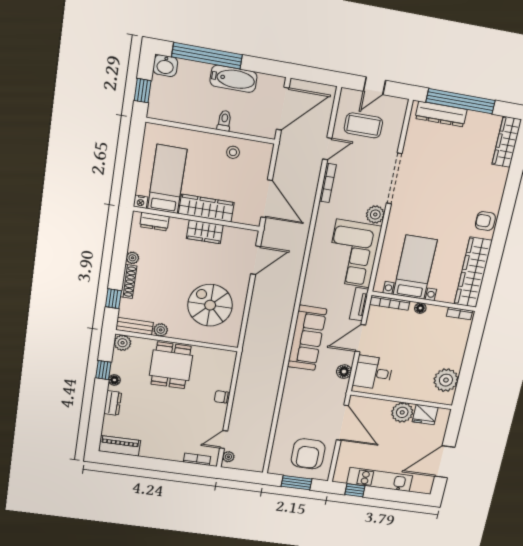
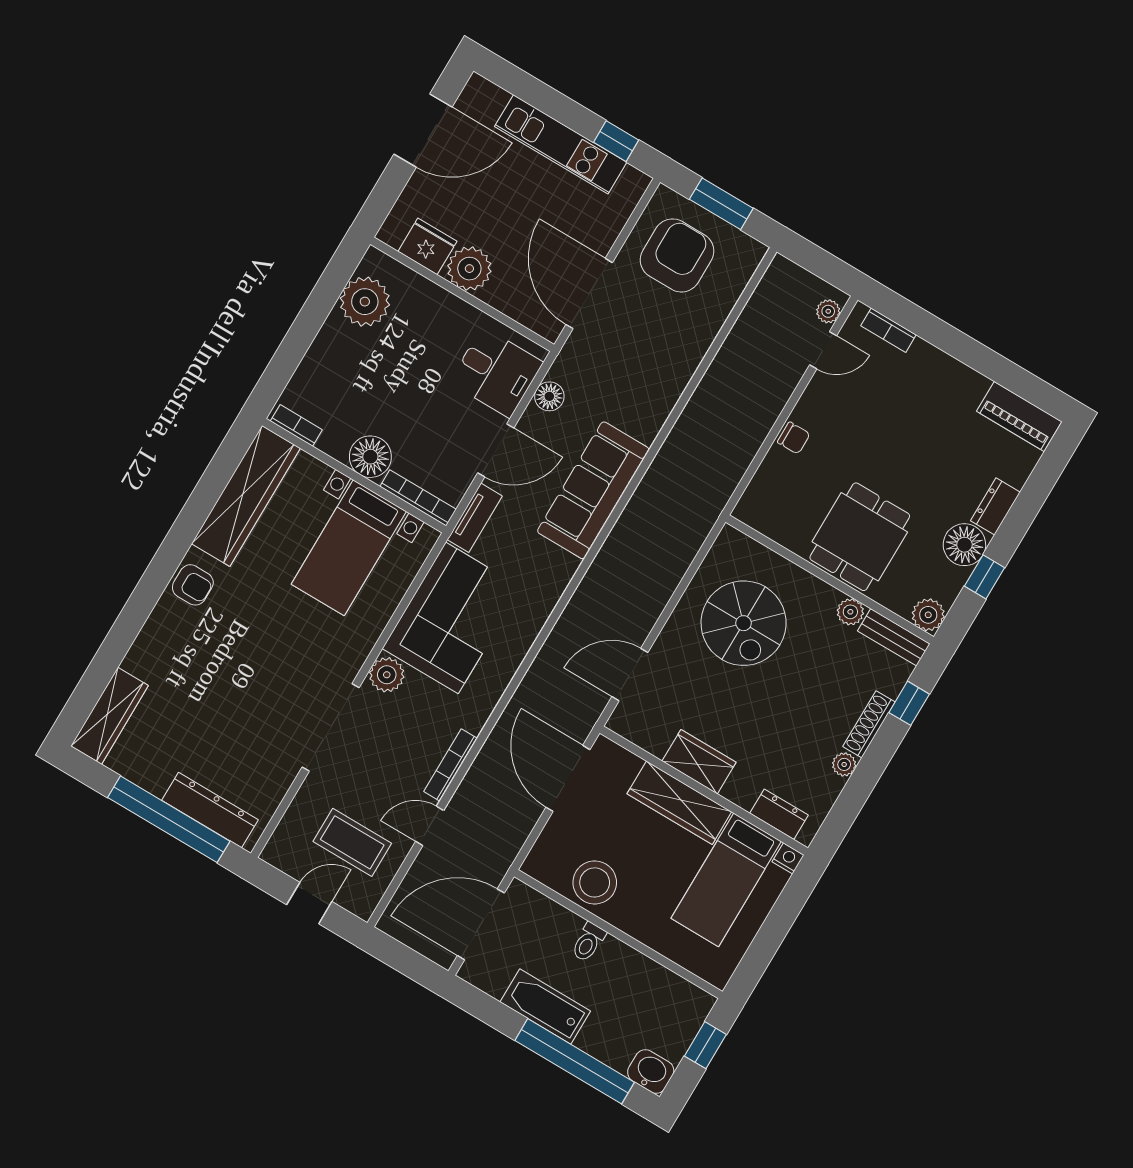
stool: (233, 152) -> (595, 882), width x1.89, depth x1.89
floor lamp: (420, 308) -> (370, 457), width x1.89, depth x1.89
floor lamp: (114, 380) -> (964, 545), width x1.89, depth x1.89

